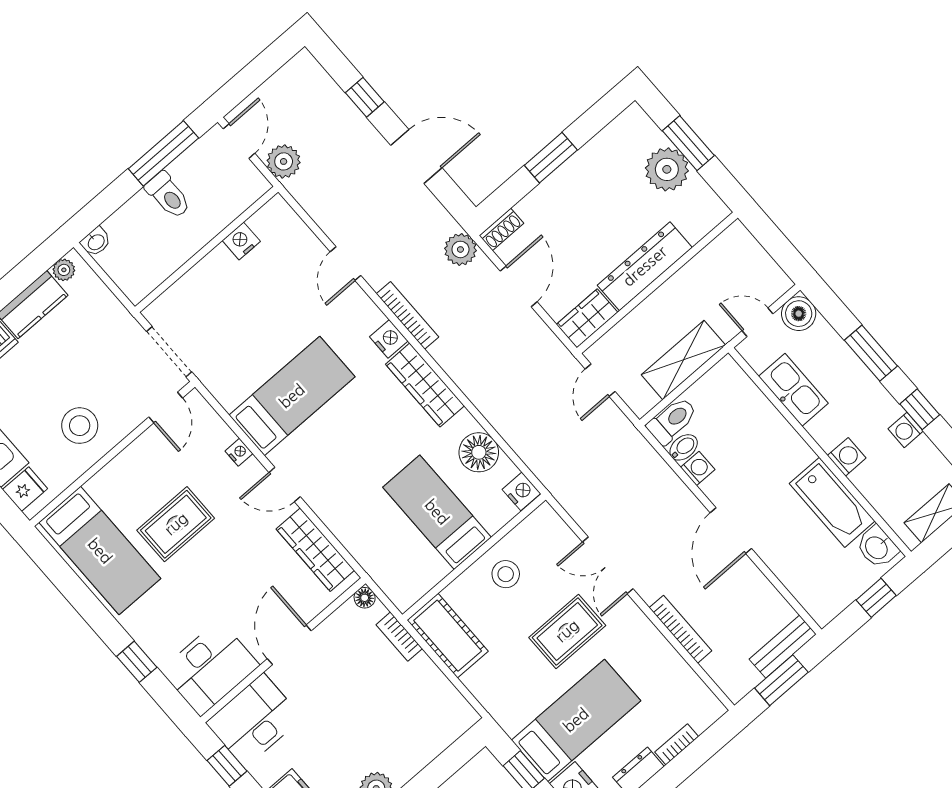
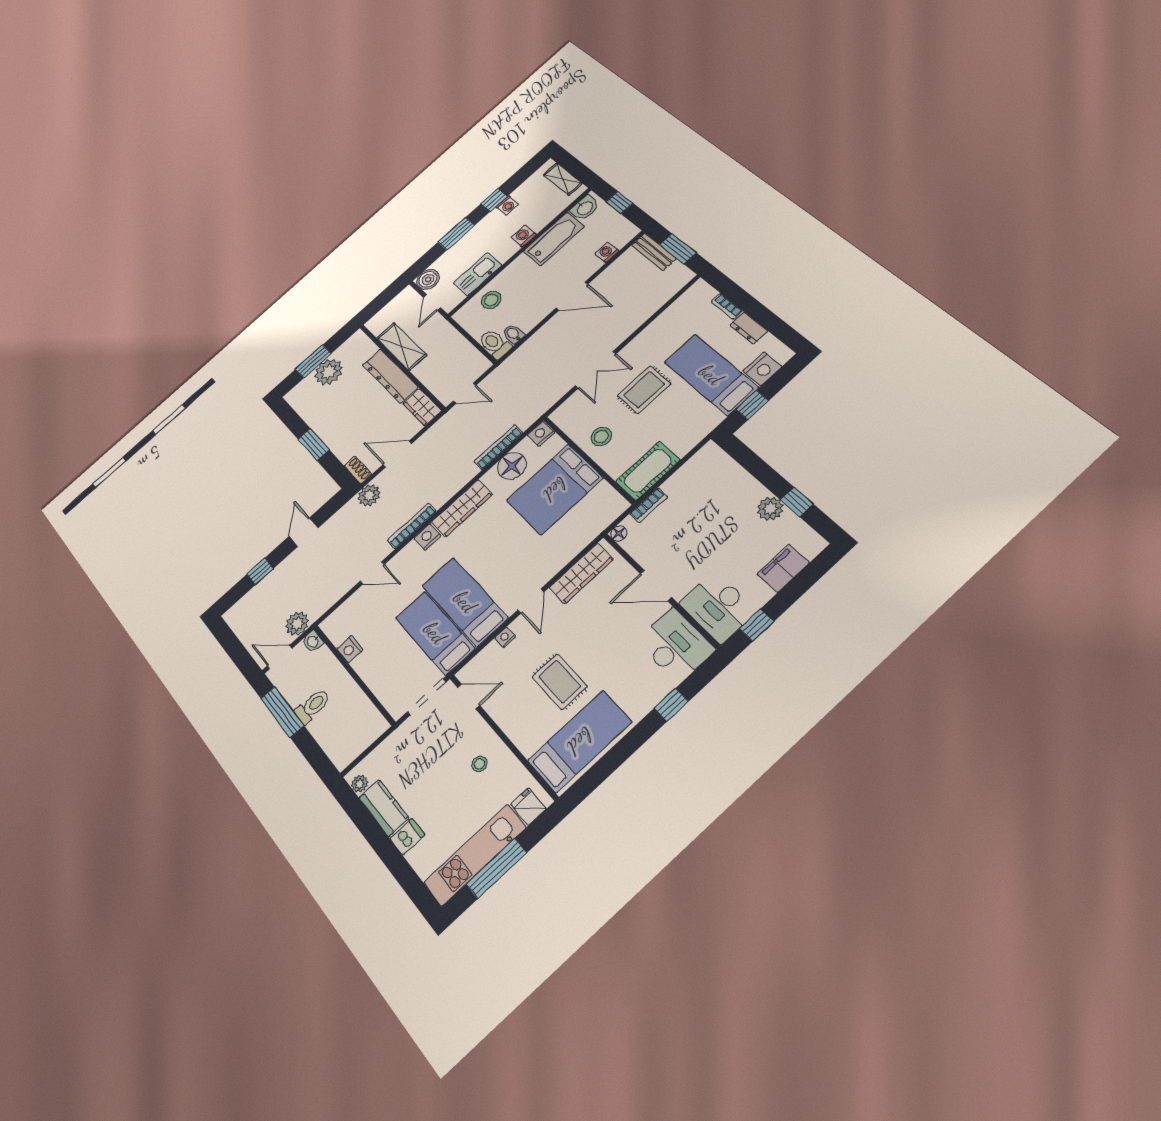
door: (416, 157) -> (304, 532), width x0.73
washbasin: (96, 242) -> (313, 641), moved, turned 180
bed: (253, 358) -> (435, 633), added
shelving: (683, 360) -> (402, 346), moved
stool: (746, 412) -> (491, 300), added
stool: (80, 426) -> (479, 764), width x0.53, depth x0.53
washing machine: (698, 468) -> (607, 252), moved
bed: (437, 512) -> (555, 489), width x1.50
bookcase: (680, 629) -> (498, 447), moved
rug: (567, 631) -> (644, 390), turned 90

